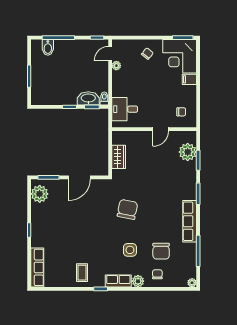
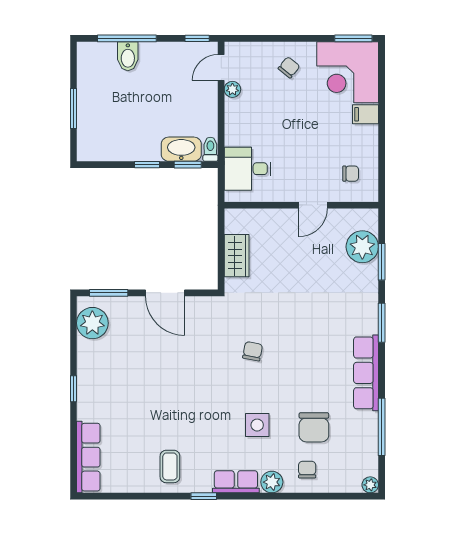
bidet: (48, 47) -> (128, 56), moved
door: (79, 177) -> (165, 293), hinge flipped
chair: (127, 209) -> (253, 351), width x0.54, depth x0.54

